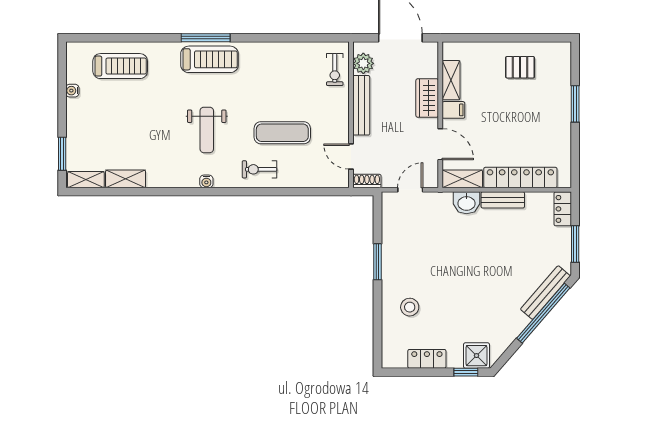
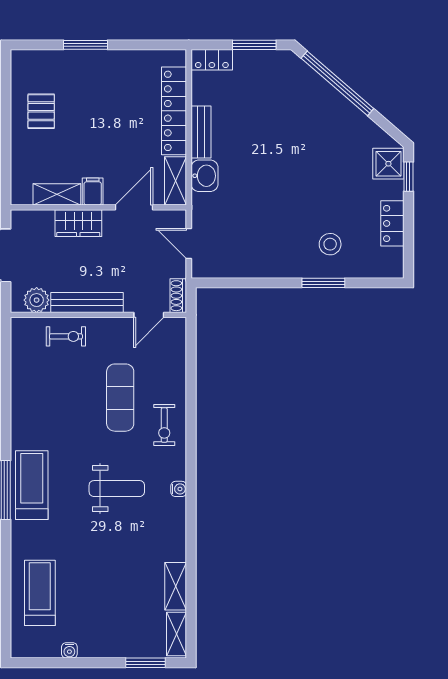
exercise bike: (335, 69) -> (66, 336), moved
window: (378, 262) -> (323, 283), moved
bench: (545, 293) -> (313, 81), removed

